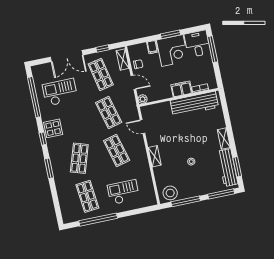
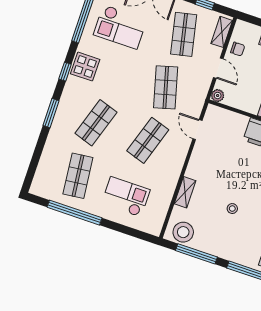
checkout: (60, 92) -> (120, 27), turned 180
shop shelf: (117, 151) -> (148, 140), turned 33
shelving: (155, 156) -> (185, 192), moved

